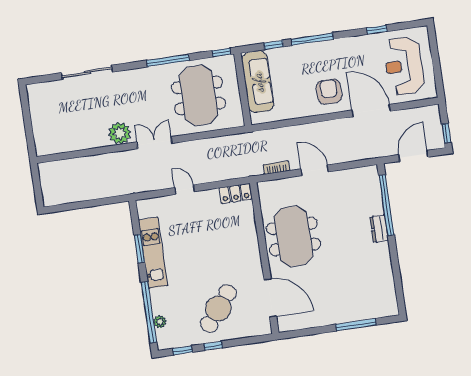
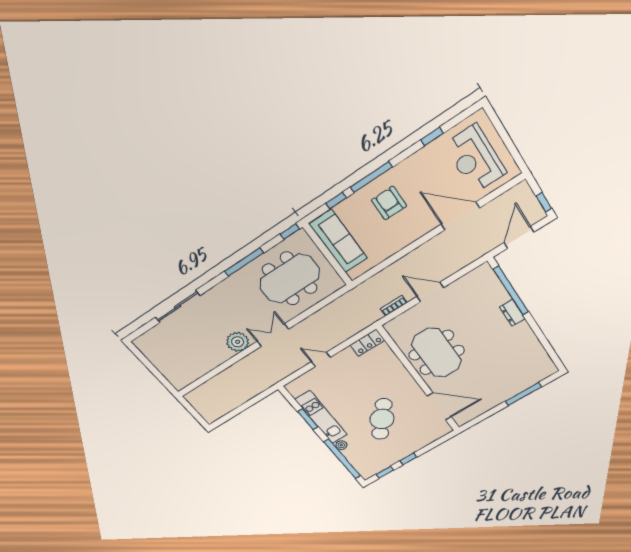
armchair: (329, 92) -> (389, 203), moved
meeting table: (199, 95) -> (290, 279), turned 90
cafe table: (218, 309) -> (382, 419), moved
plant: (160, 322) -> (341, 445), moved

